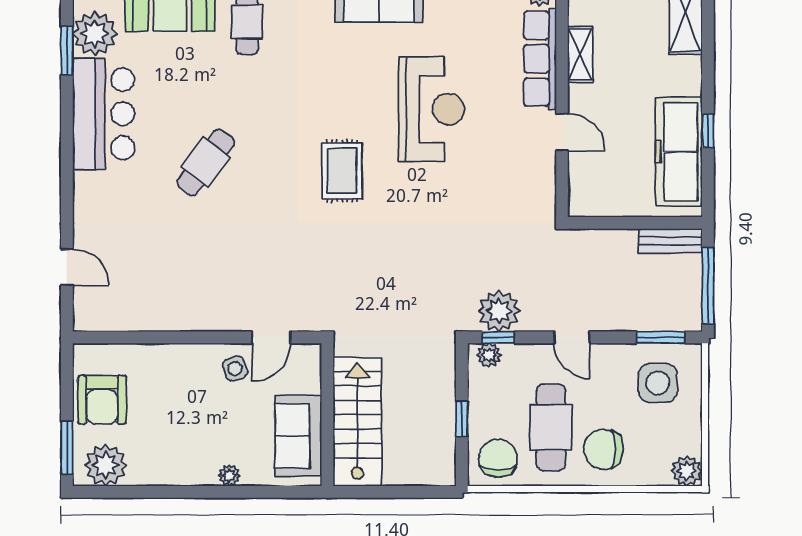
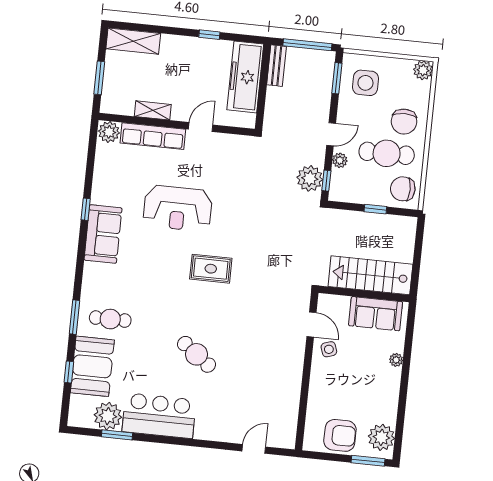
reception desk: (431, 109) -> (178, 208), turned 180
freezer: (679, 152) -> (245, 77), moved, turned 90
plant: (489, 355) -> (340, 160), moved

